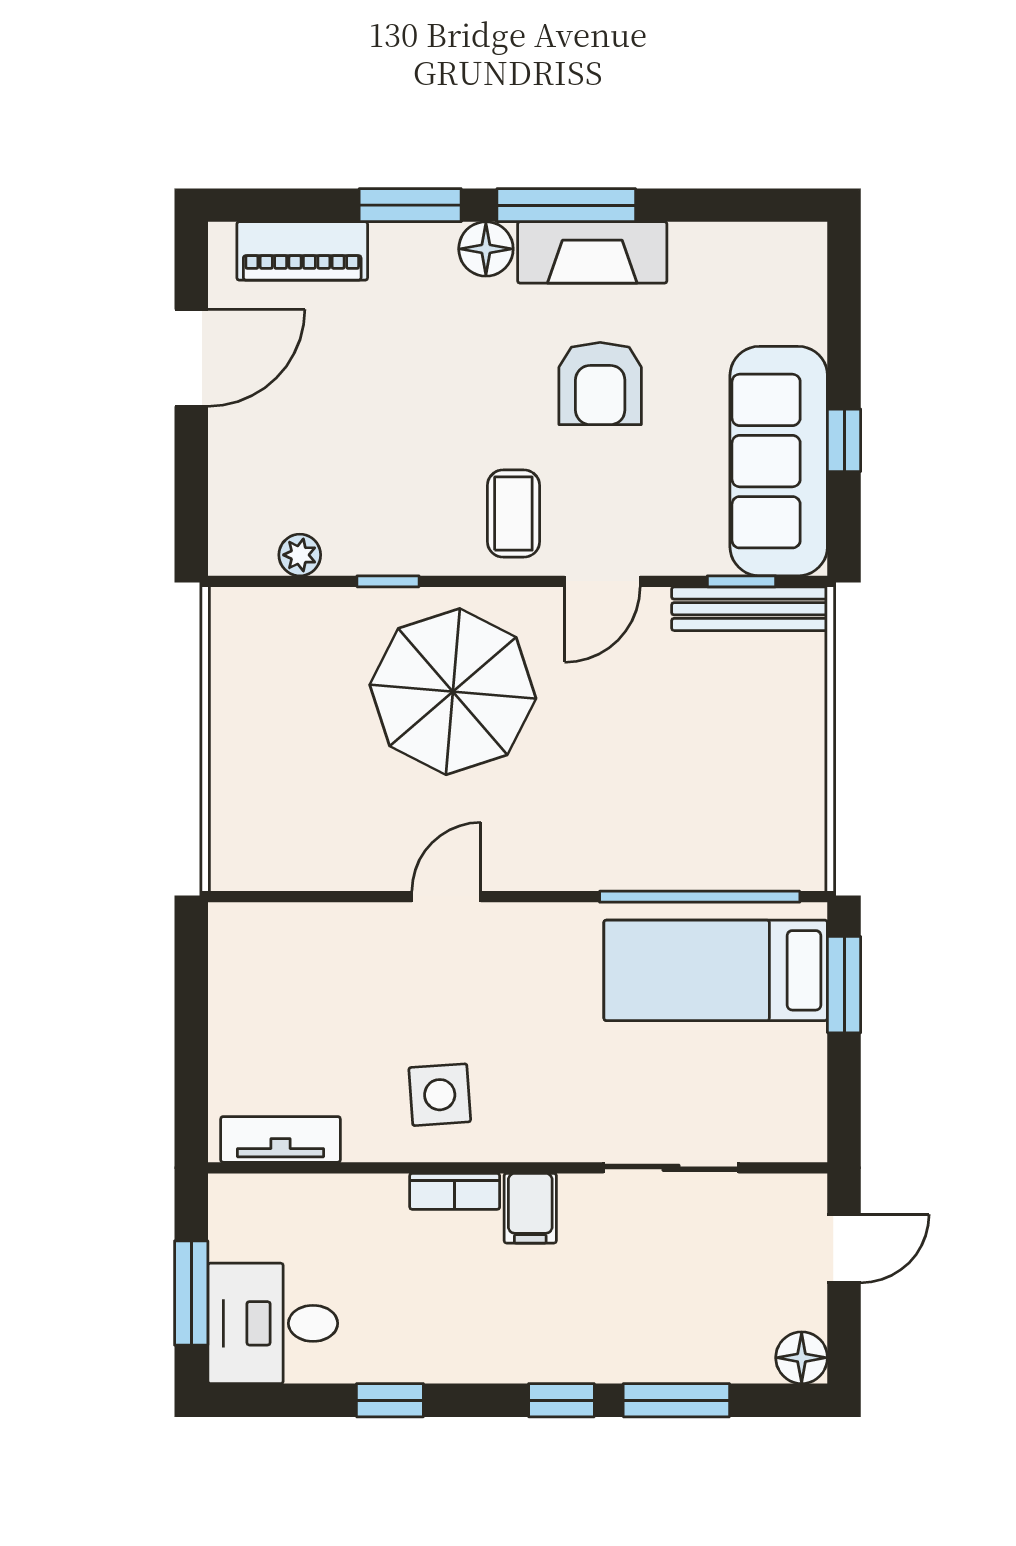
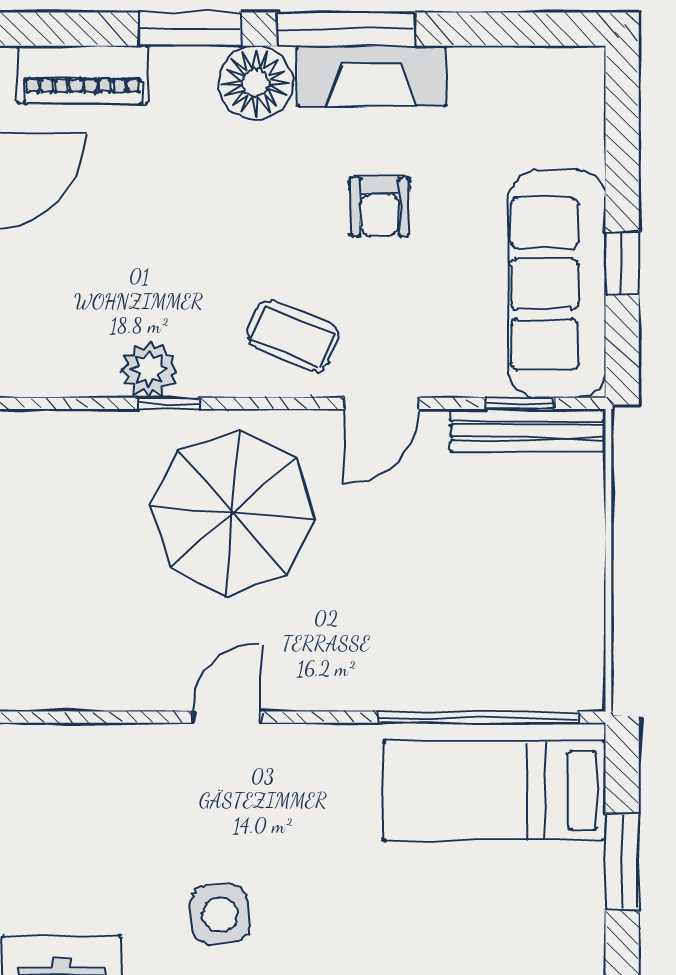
floor lamp: (486, 249) -> (256, 83), width x1.38, depth x1.38
armchair: (600, 383) -> (379, 207), width x0.72, depth x0.72
coffee table: (513, 514) -> (293, 336), turned -68
plant: (300, 555) -> (149, 369), moved, width x1.38, depth x1.38
window: (844, 985) -> (622, 861), moved

